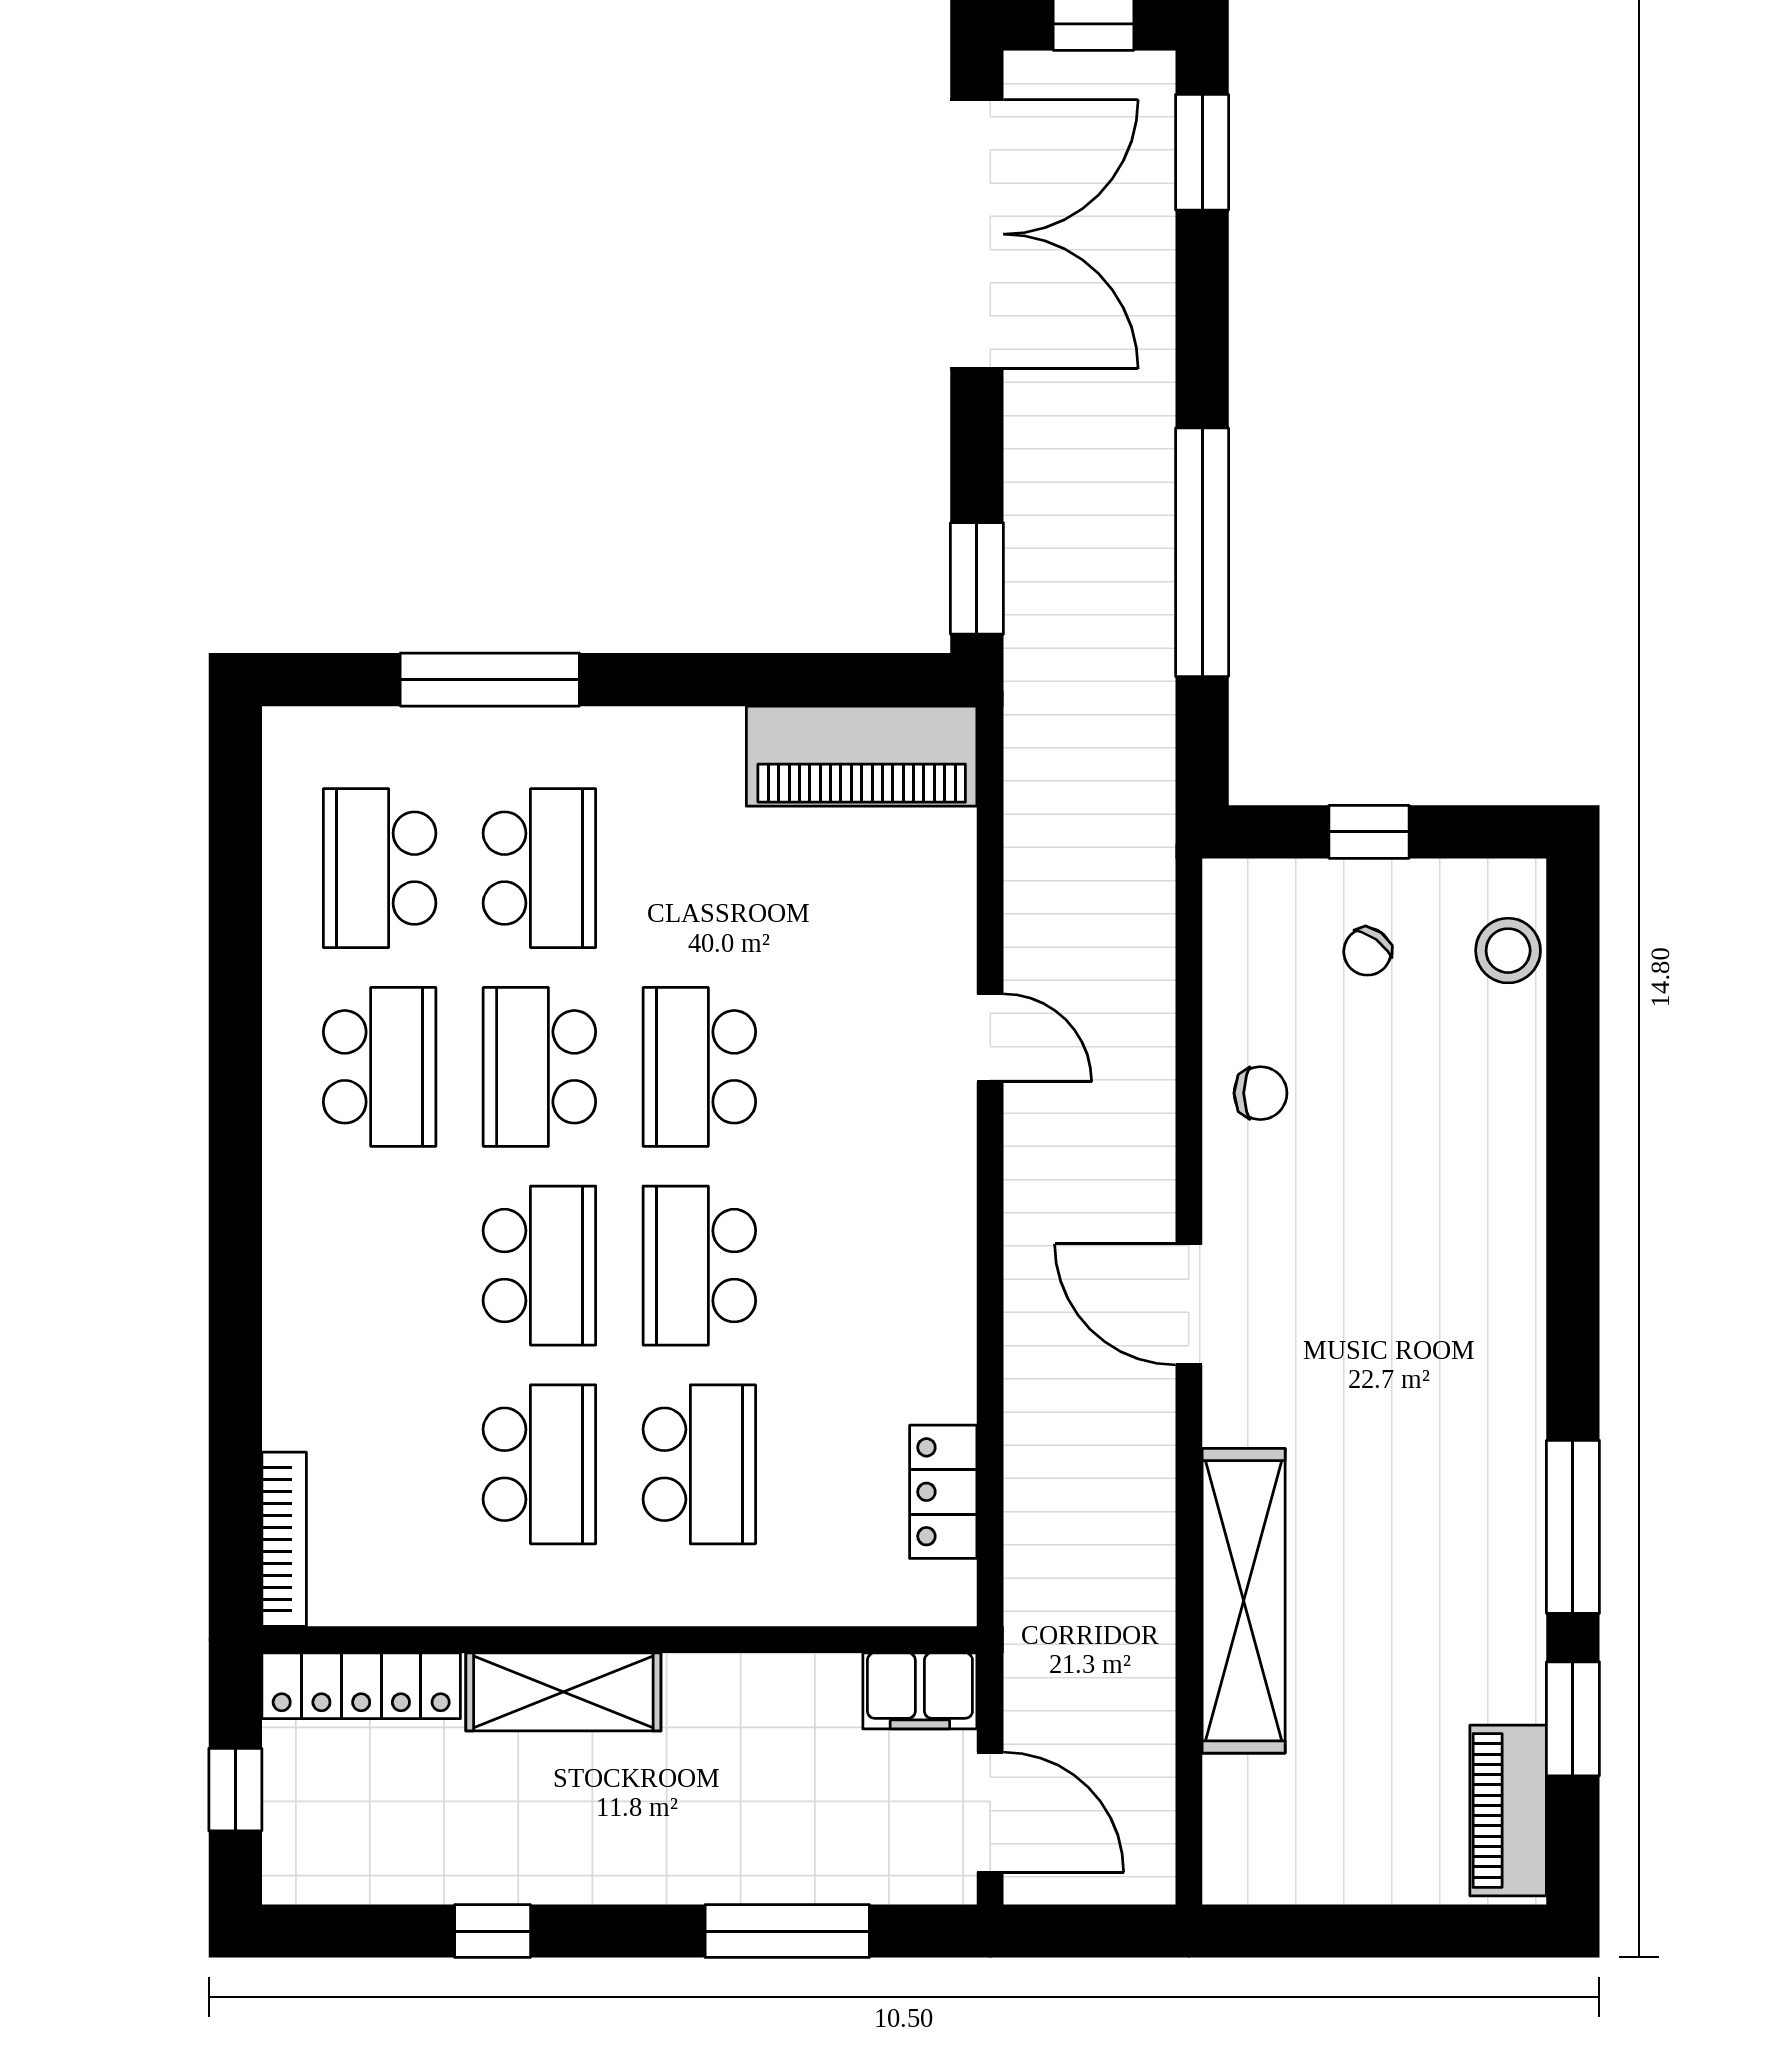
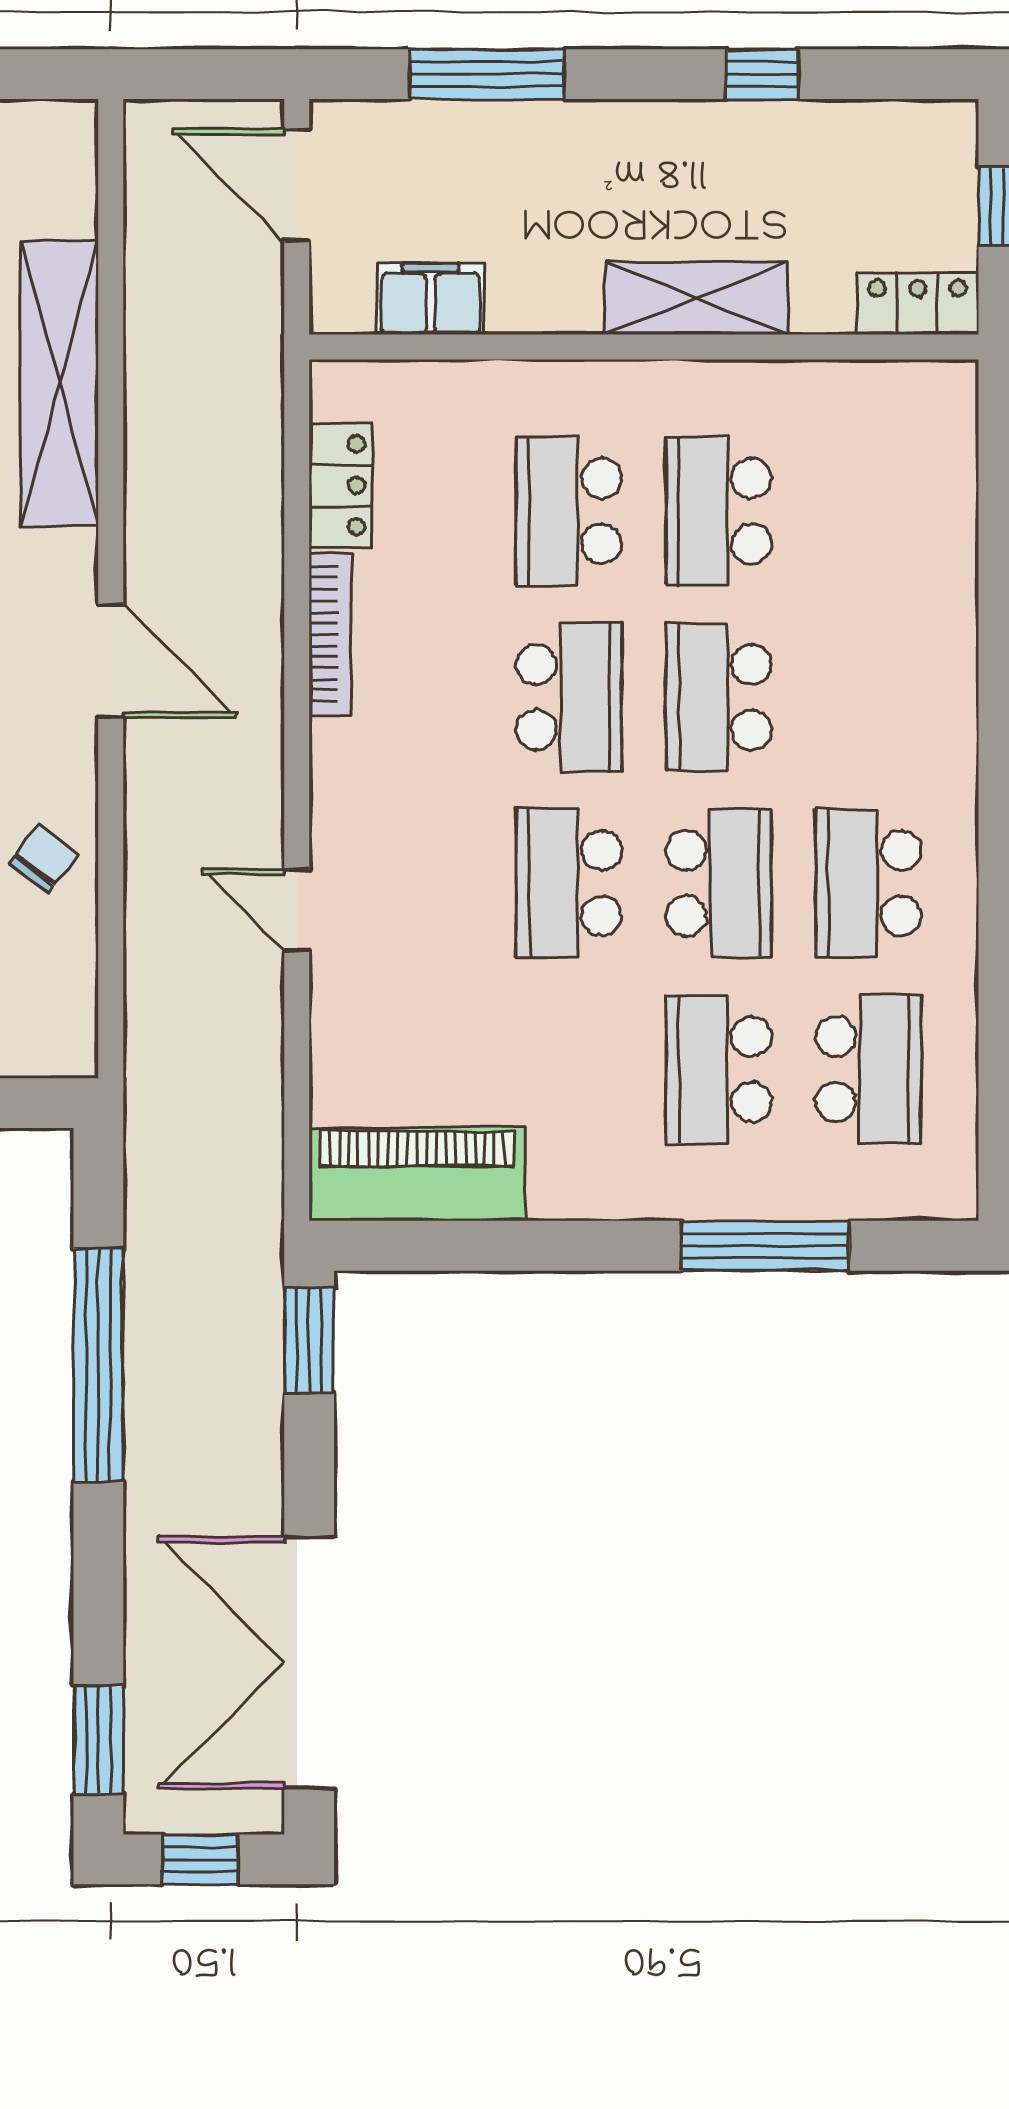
school desk: (699, 1067) -> (569, 883), turned 180
chair: (1260, 1093) -> (44, 859), turned 127
bookcase: (284, 1539) -> (330, 634), moved, turned 180
locker: (361, 1686) -> (918, 304), width x0.66
filing cabinet: (920, 1691) -> (431, 299), moved

